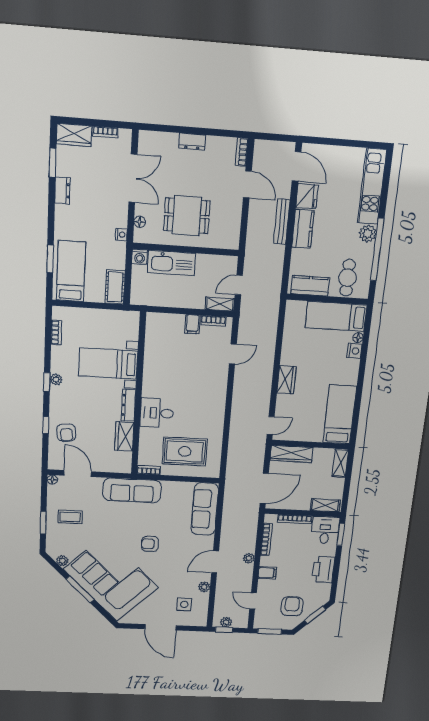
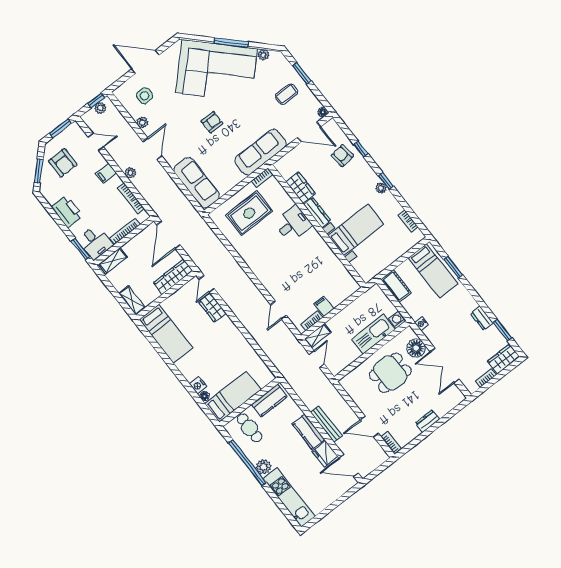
floor lamp: (140, 222) -> (416, 348), width x1.89, depth x1.89
wardrobe: (286, 380) -> (212, 308), moved

